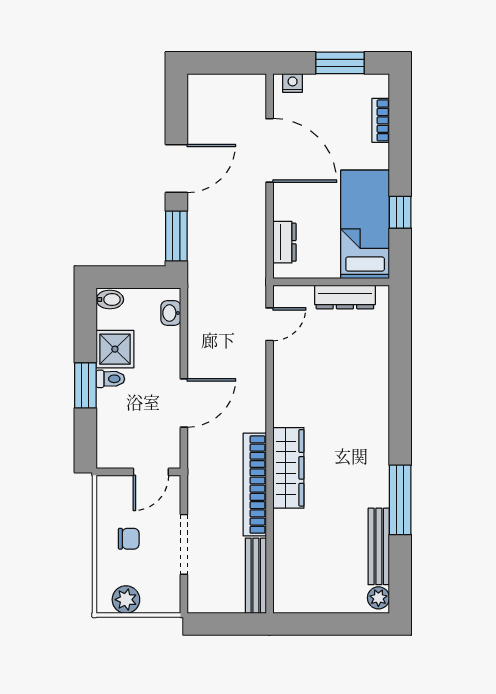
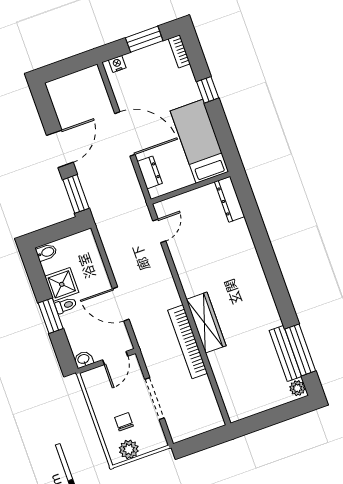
bookcase: (381, 120) -> (179, 51), moved
door: (270, 150) -> (125, 134), moved
window: (400, 212) -> (208, 90), moved
dresser: (345, 297) -> (230, 199), moved, turned 90
washbasin: (171, 313) -> (84, 359), moved, turned 90
door: (184, 403) -> (121, 304), swing flipped
window: (400, 500) -> (300, 350), moved
chair: (129, 539) -> (124, 422), moved, turned -90
bench: (256, 576) -> (210, 402), removed

